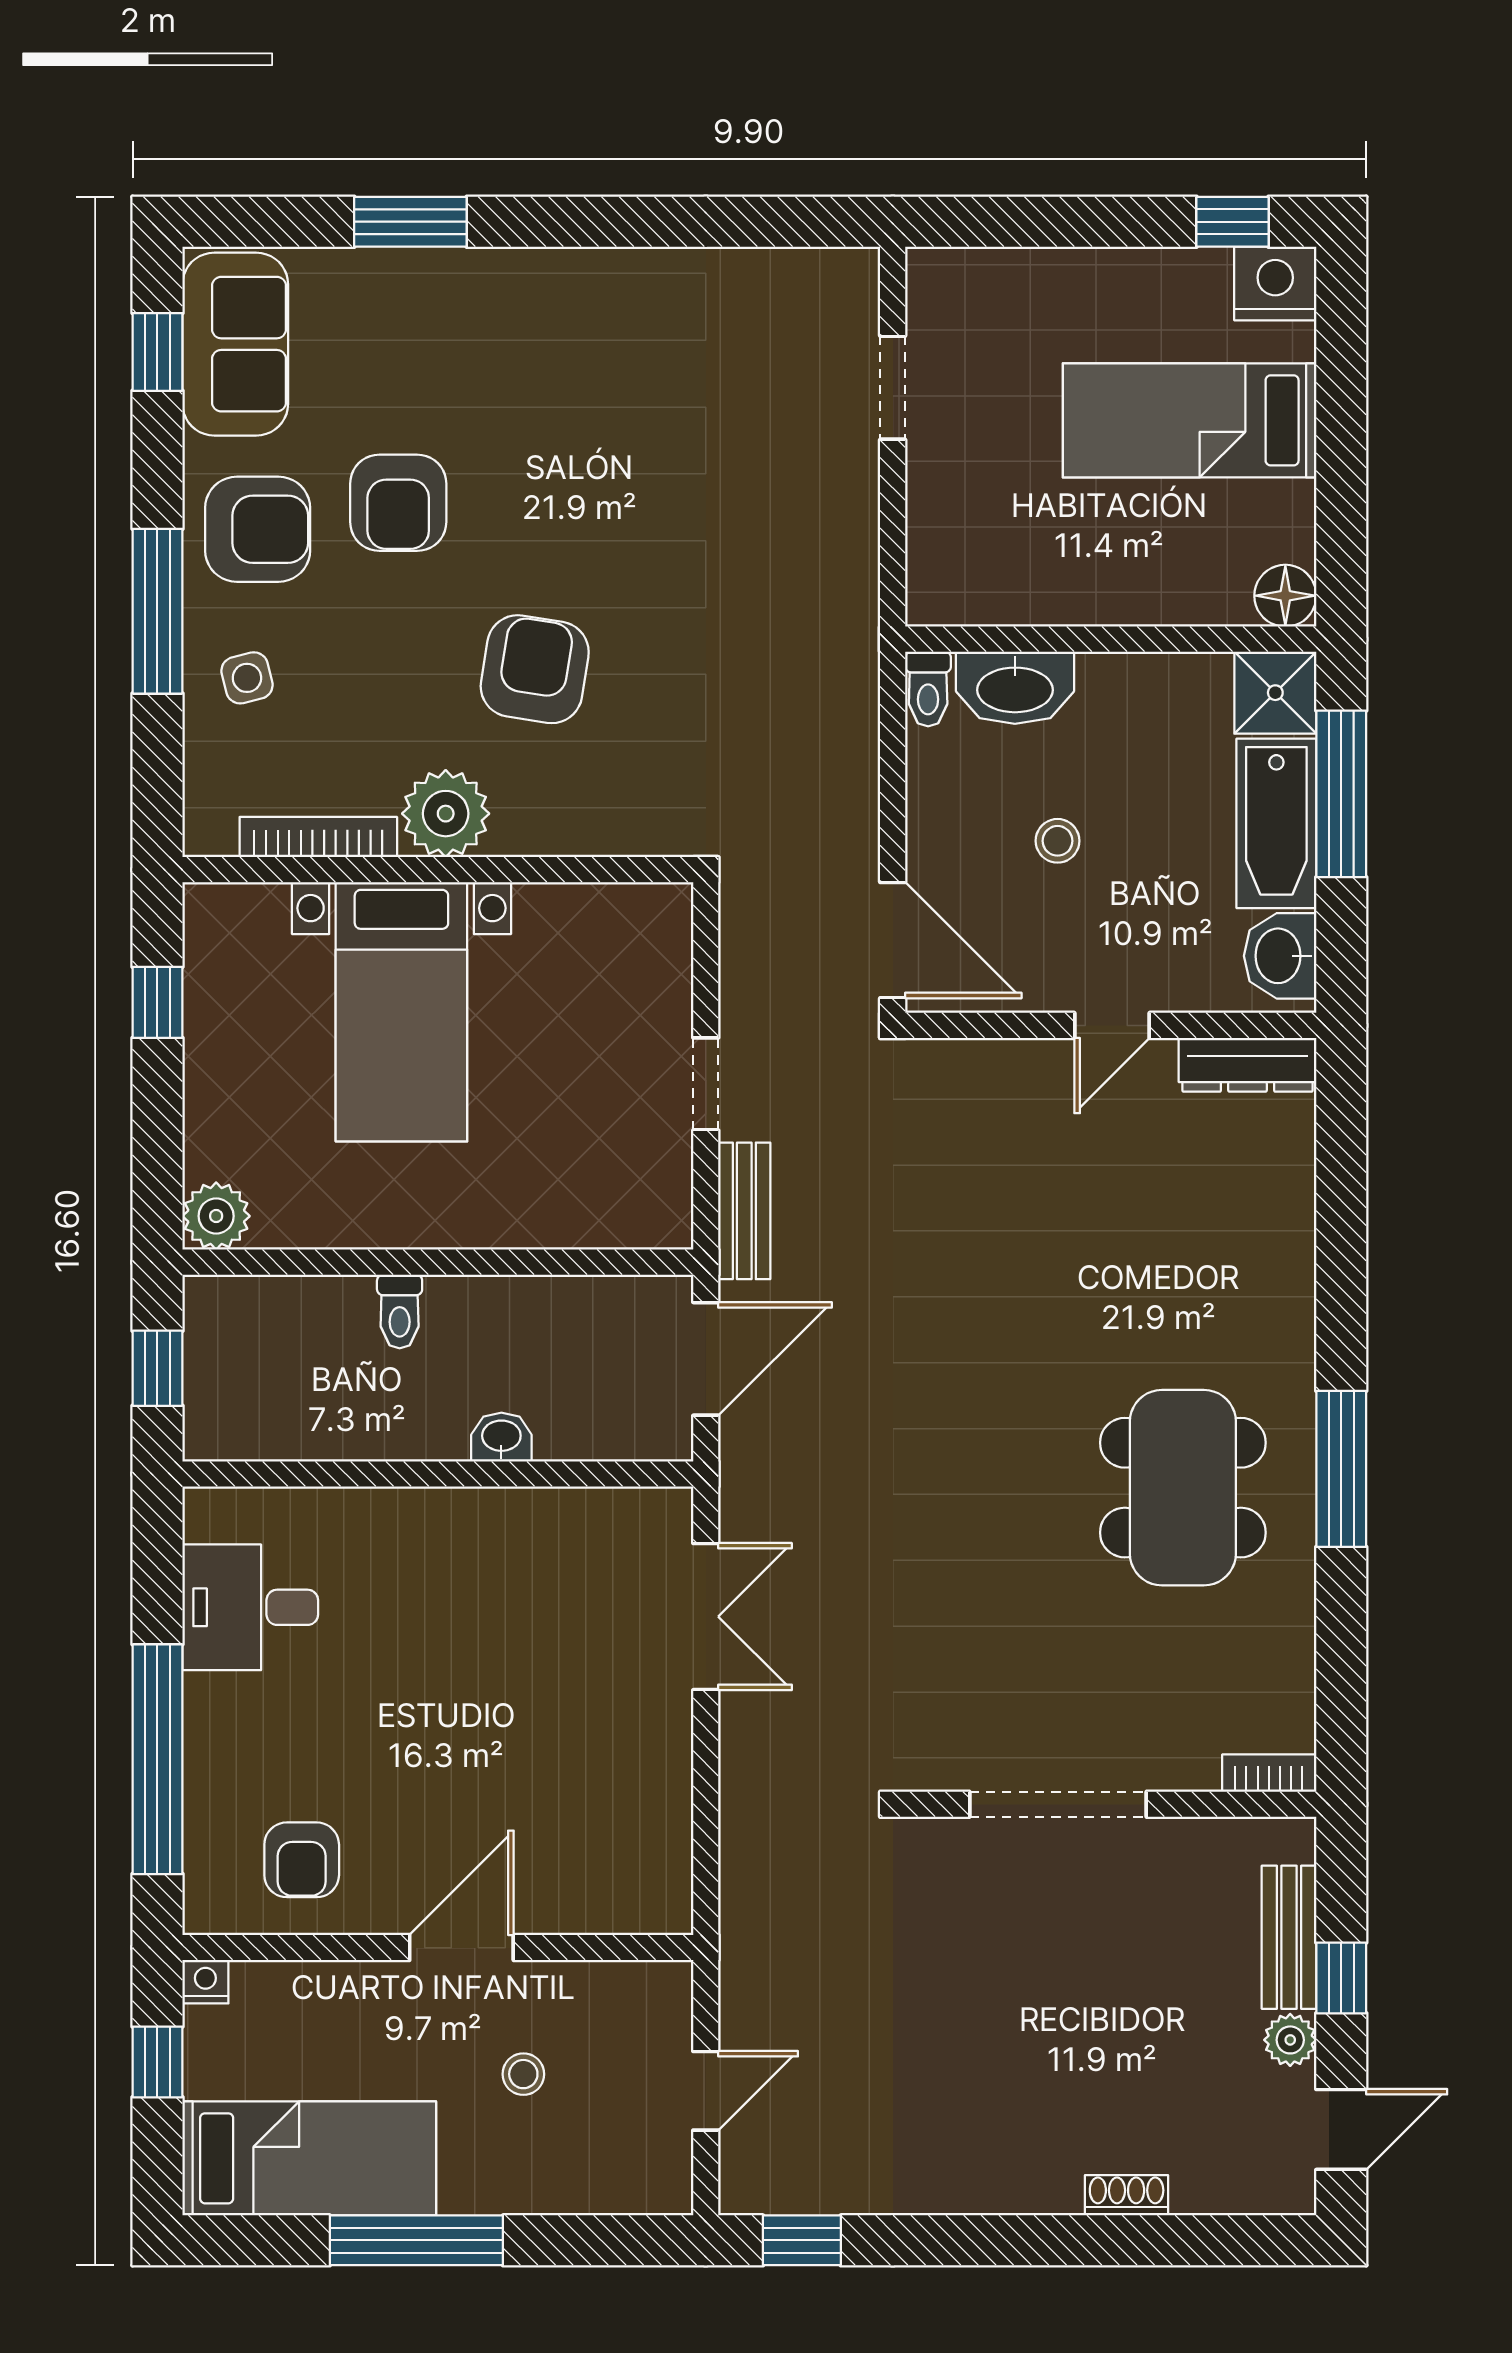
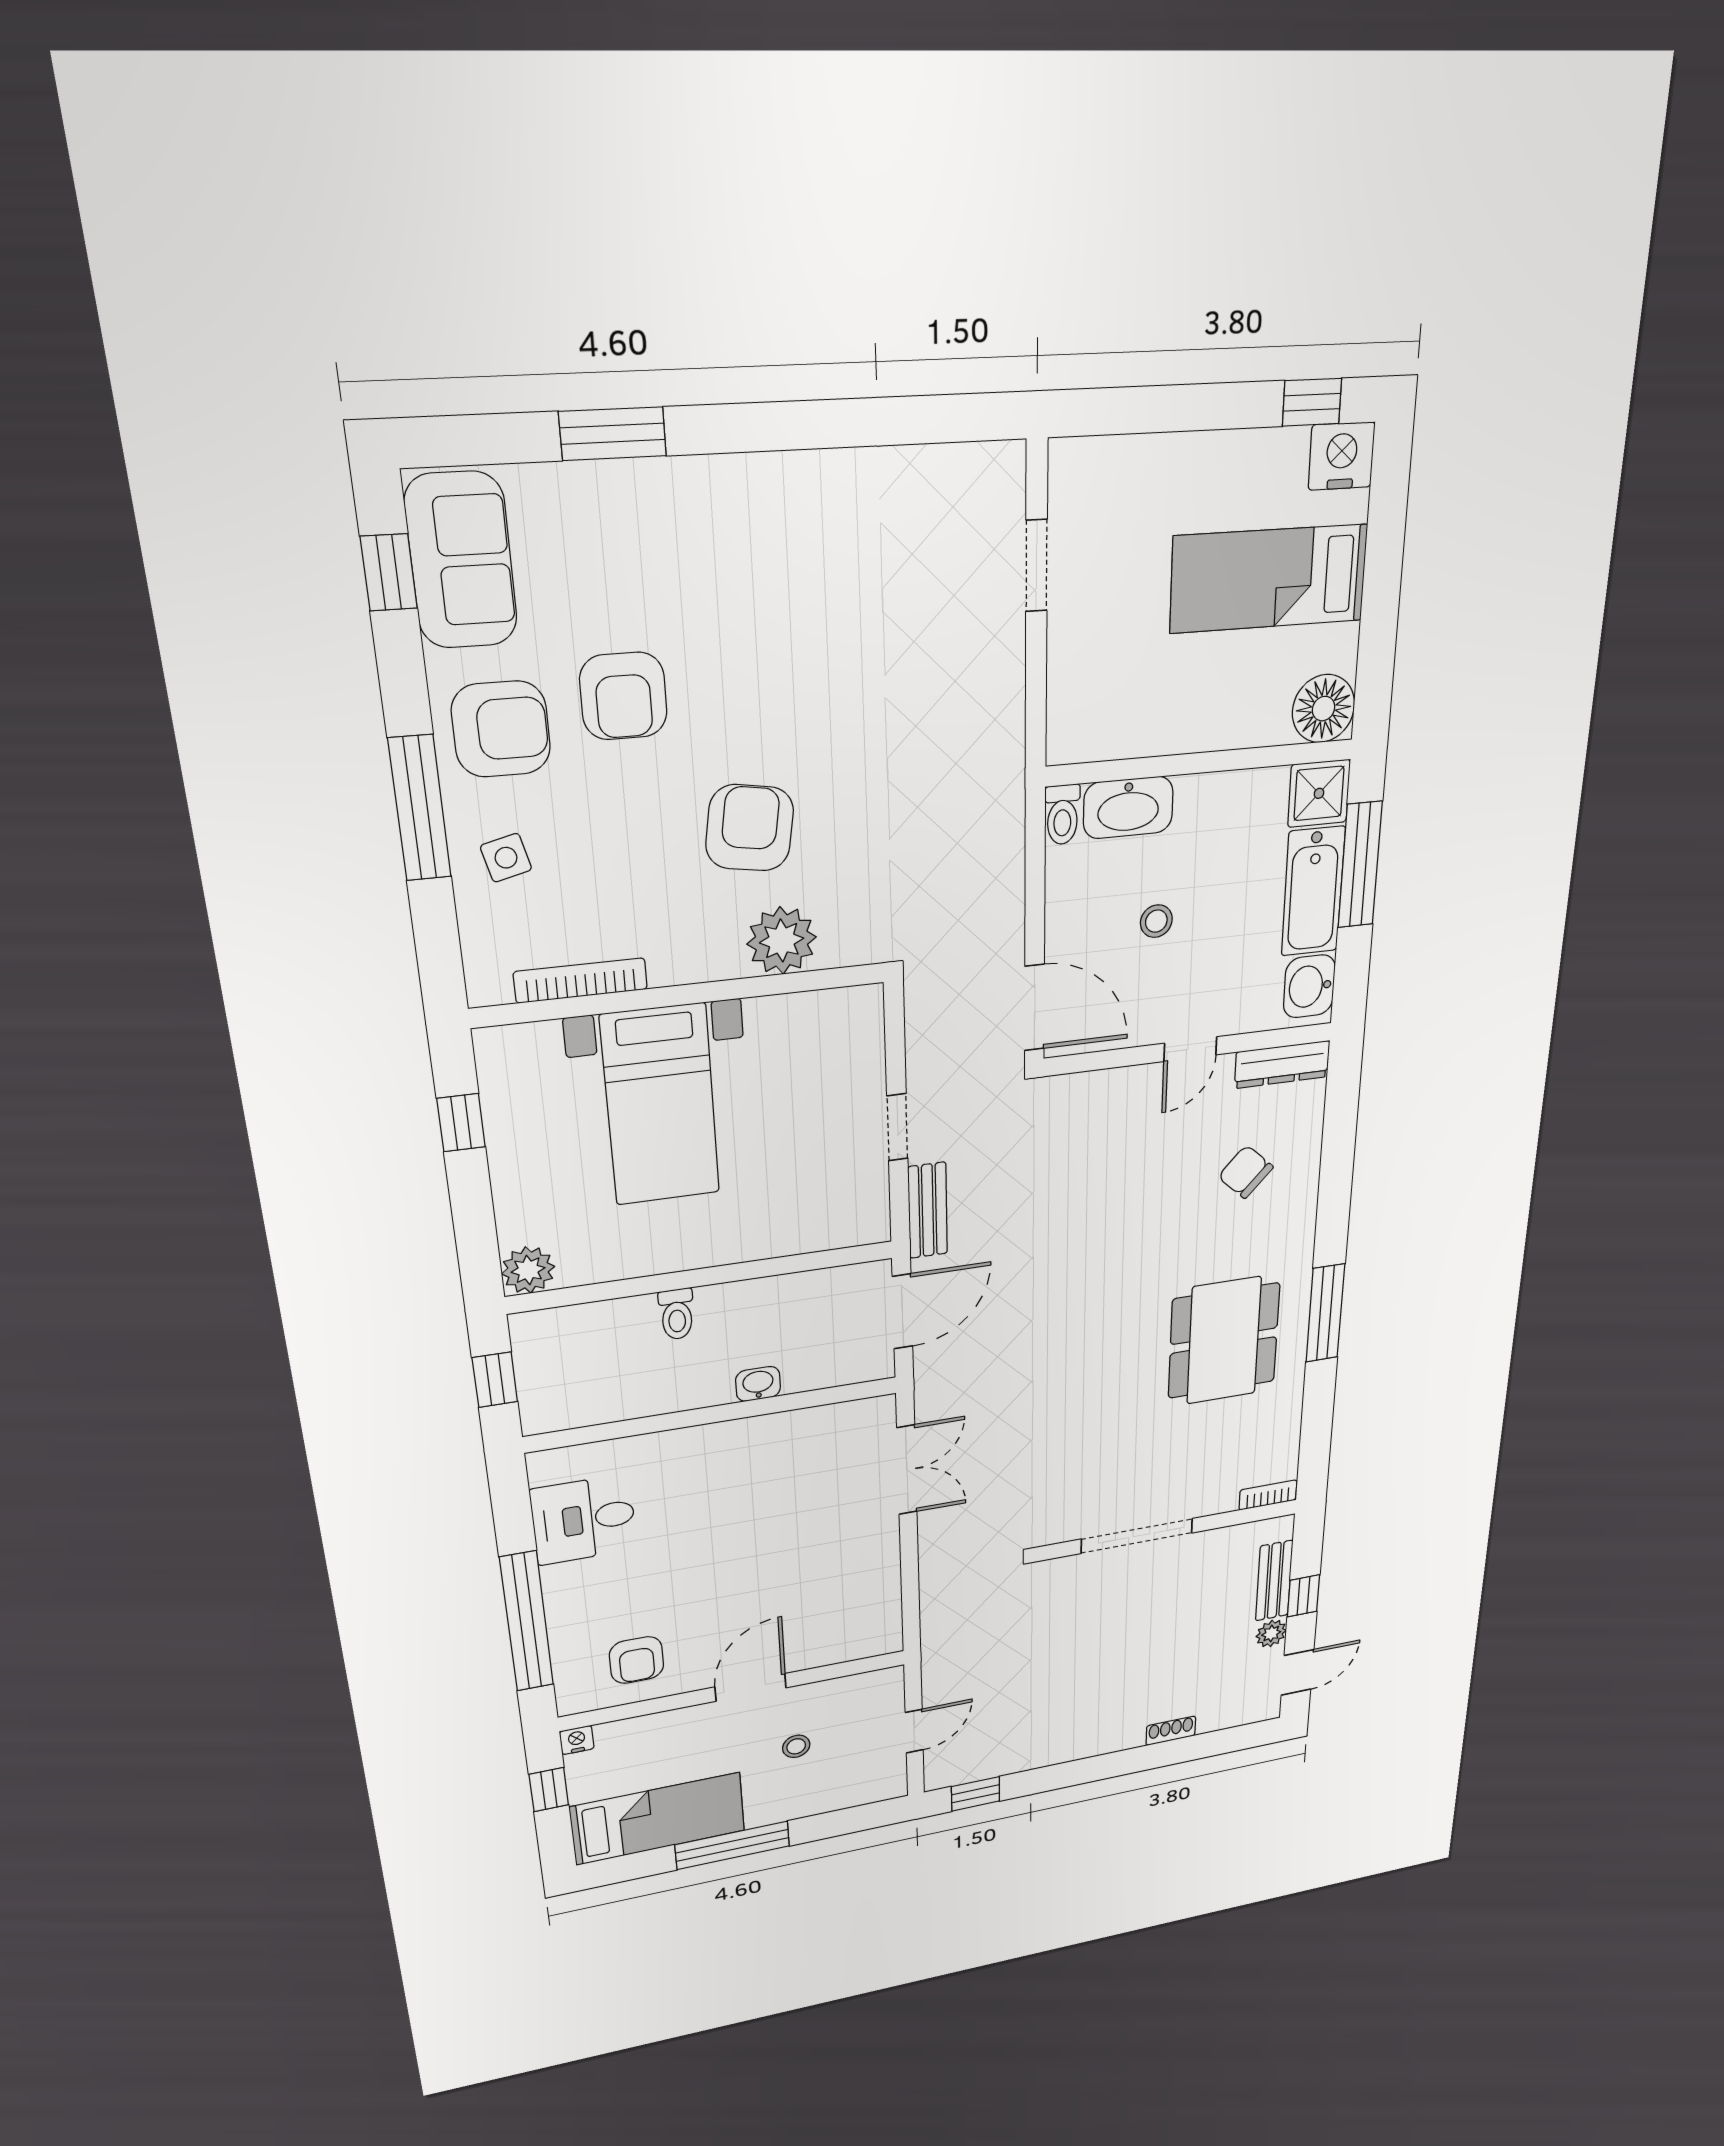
floor lamp: (1285, 596) -> (1324, 709), width x1.38, depth x1.38
plant: (446, 814) -> (782, 941), moved
chair: (1202, 1220) -> (1246, 1172), added

